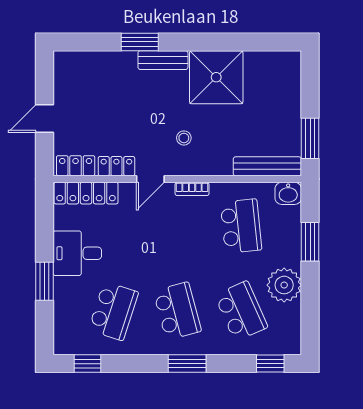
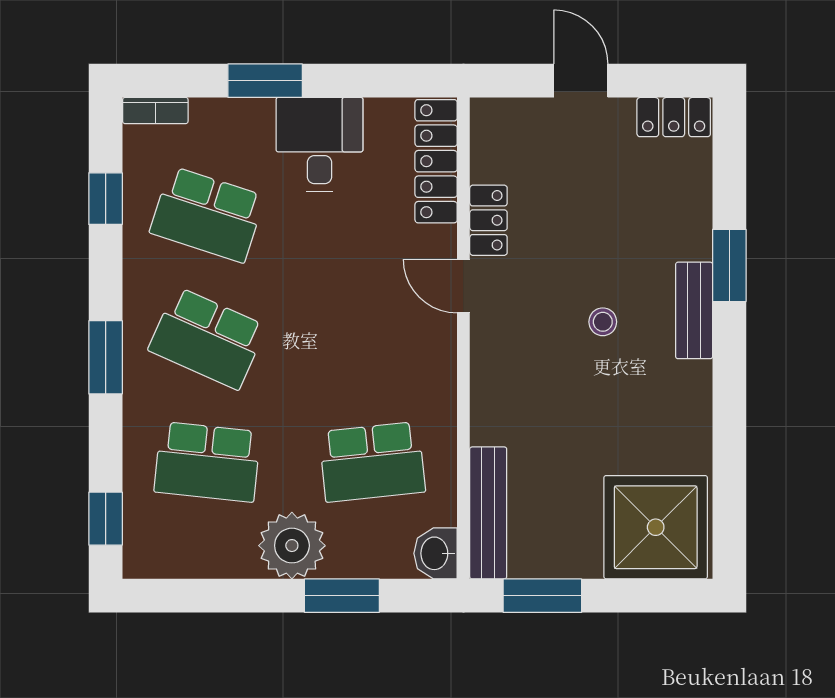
shower: (216, 77) -> (656, 527), moved
stool: (184, 138) -> (603, 322), moved
locker: (76, 166) -> (674, 117), moved, turned 90
bookcase: (192, 189) -> (155, 111), moved, turned -90
plant: (284, 285) -> (292, 546), moved
school desk: (177, 311) -> (207, 338), turned 39
school desk: (241, 311) -> (207, 462), turned 30
window: (87, 364) -> (106, 199), moved

